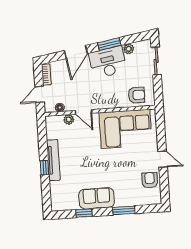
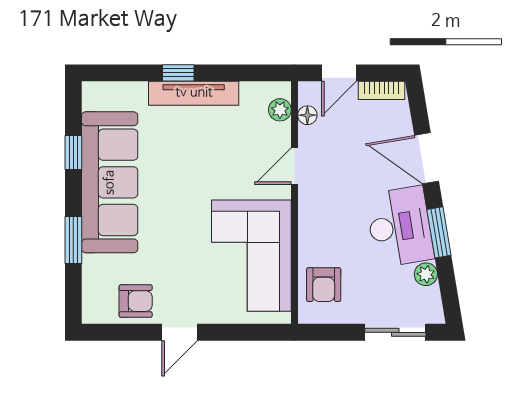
door: (40, 94) -> (339, 73), swing flipped
plant: (69, 120) -> (280, 110), moved
sofa: (97, 198) -> (110, 182), width x1.85, depth x1.27

